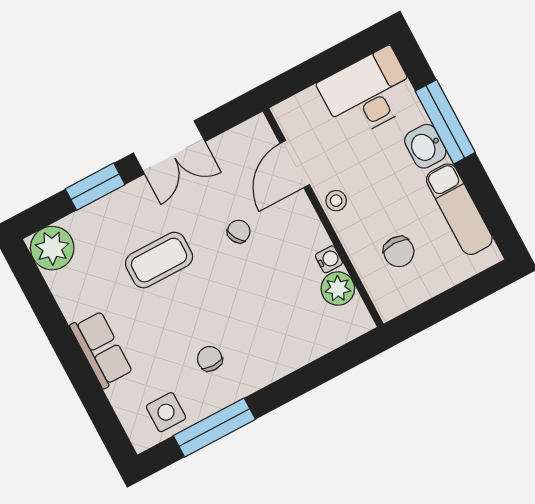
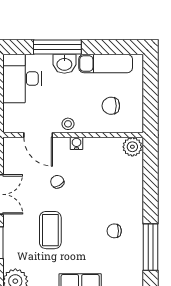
chair: (399, 252) -> (111, 106), turned 180
water cooler: (329, 259) -> (77, 143), moved
plant: (338, 289) -> (132, 147), moved
side table: (166, 412) -> (130, 268), removed

